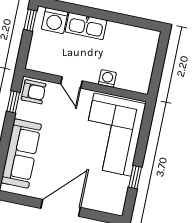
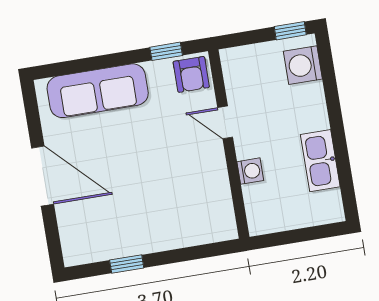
kitchen sink: (86, 26) -> (320, 161), moved
door: (71, 82) -> (225, 122), hinge flipped
corner sofa: (112, 135) -> (174, 209), removed

